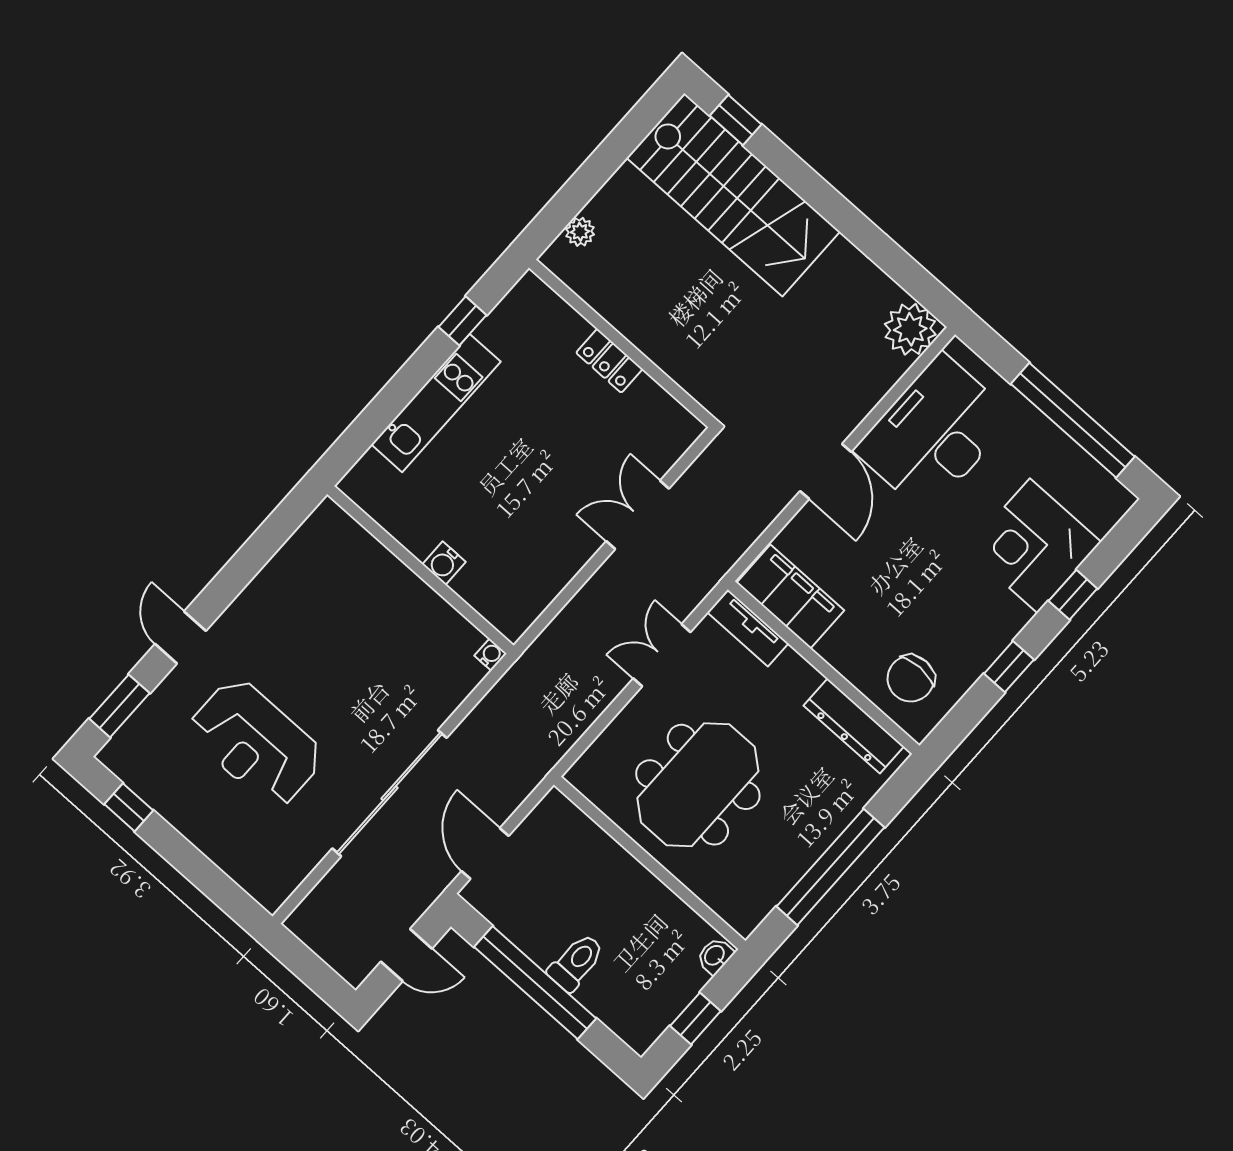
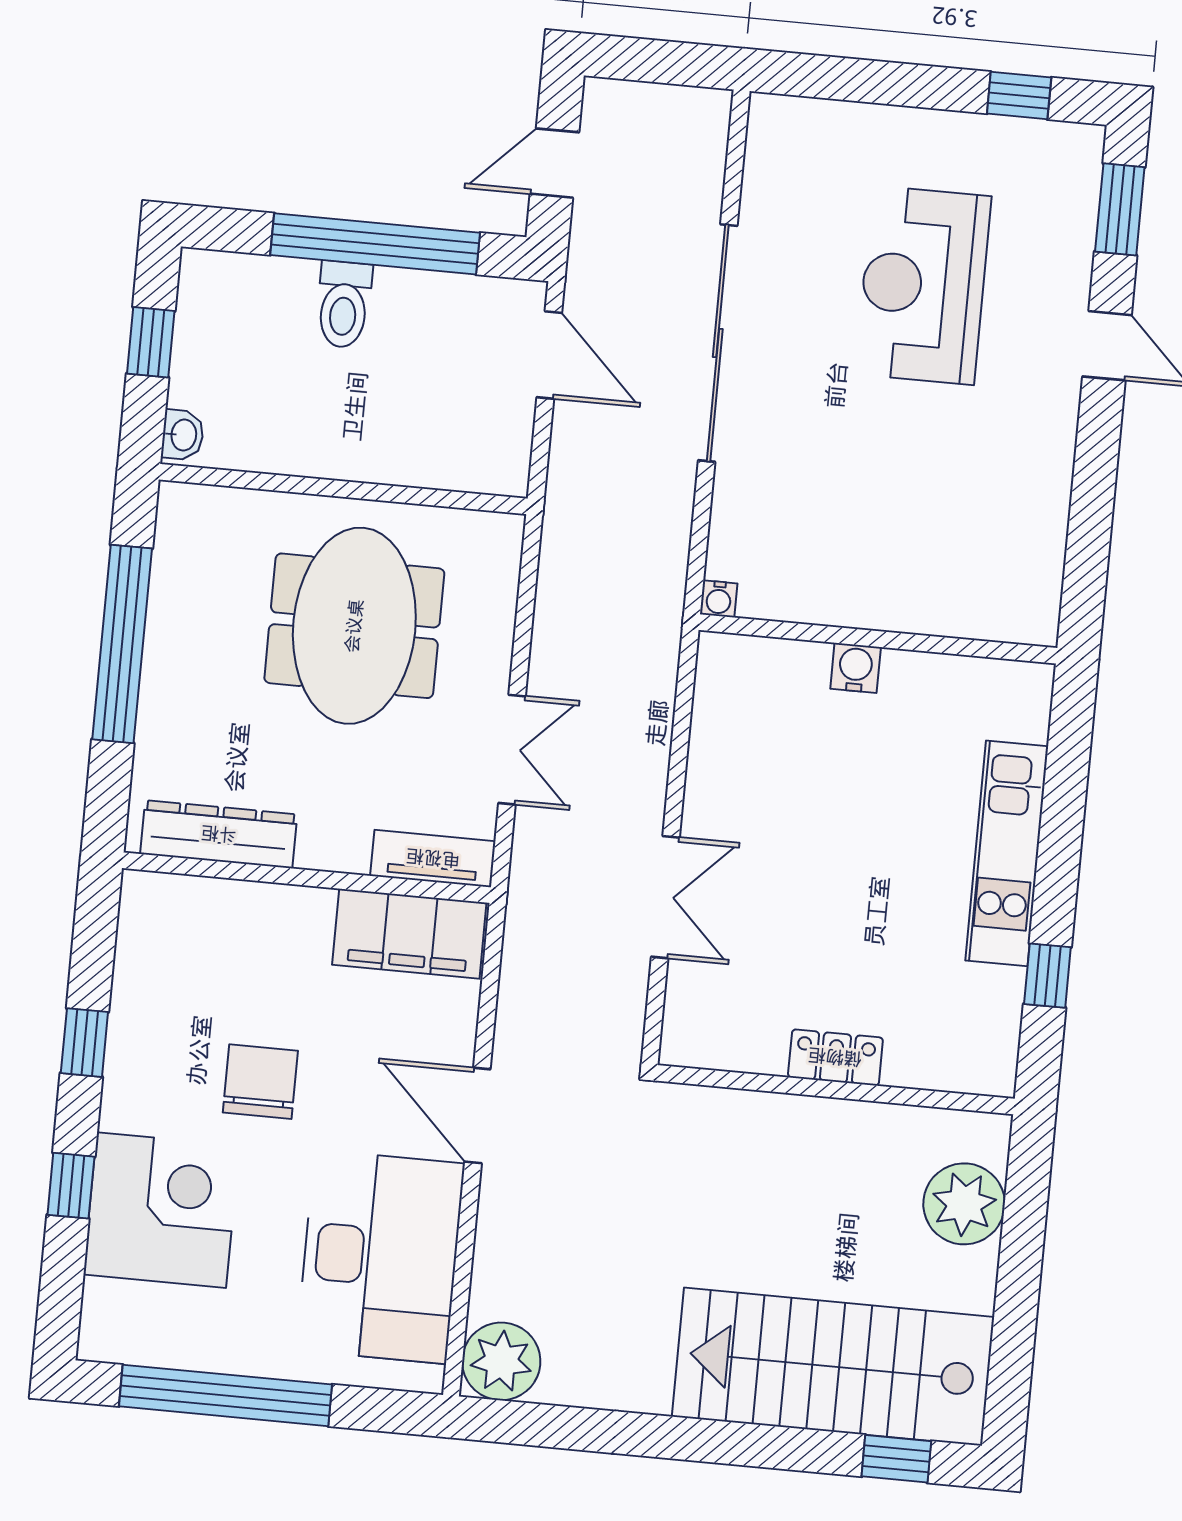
plant: (580, 232) -> (964, 1204), width x1.88, depth x1.88
chair: (911, 679) -> (260, 1082), moved
reception desk: (256, 743) -> (923, 285), turned -90

